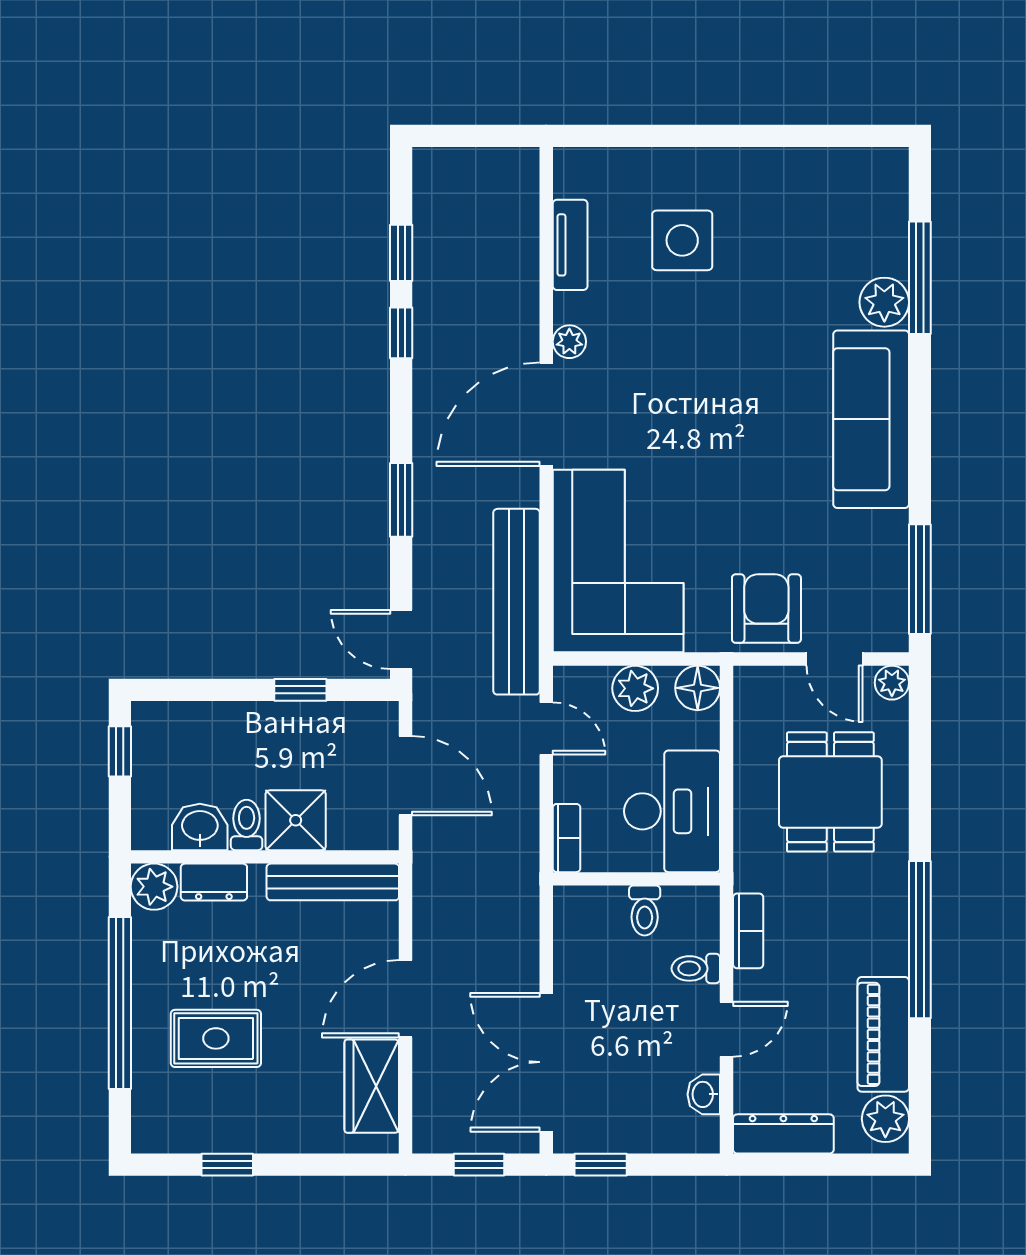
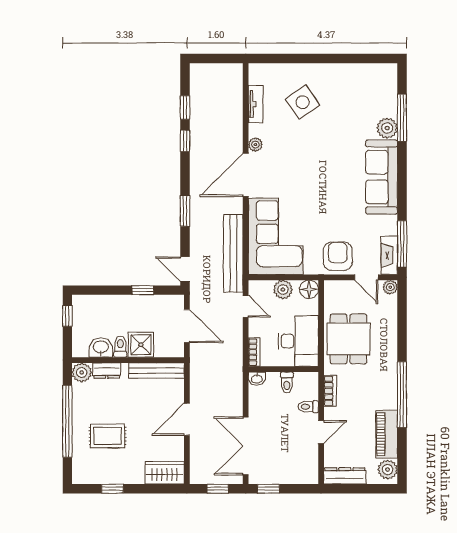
side table: (682, 240) -> (303, 102), turned -35
fireplace: (889, 607) -> (389, 255), added
dining table: (830, 792) -> (349, 339), moved
wardrobe: (372, 1086) -> (165, 473), moved, turned 90
washbasin: (704, 1094) -> (257, 379), moved, turned -90

